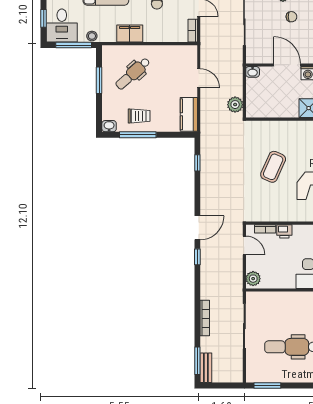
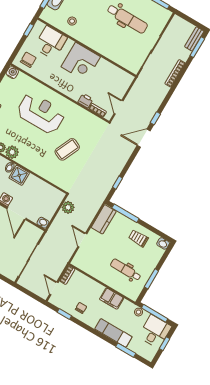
dental chair: (133, 74) -> (126, 270), turned -138
window: (138, 135) -> (125, 213), moved
plant: (253, 279) -> (126, 81), removed

